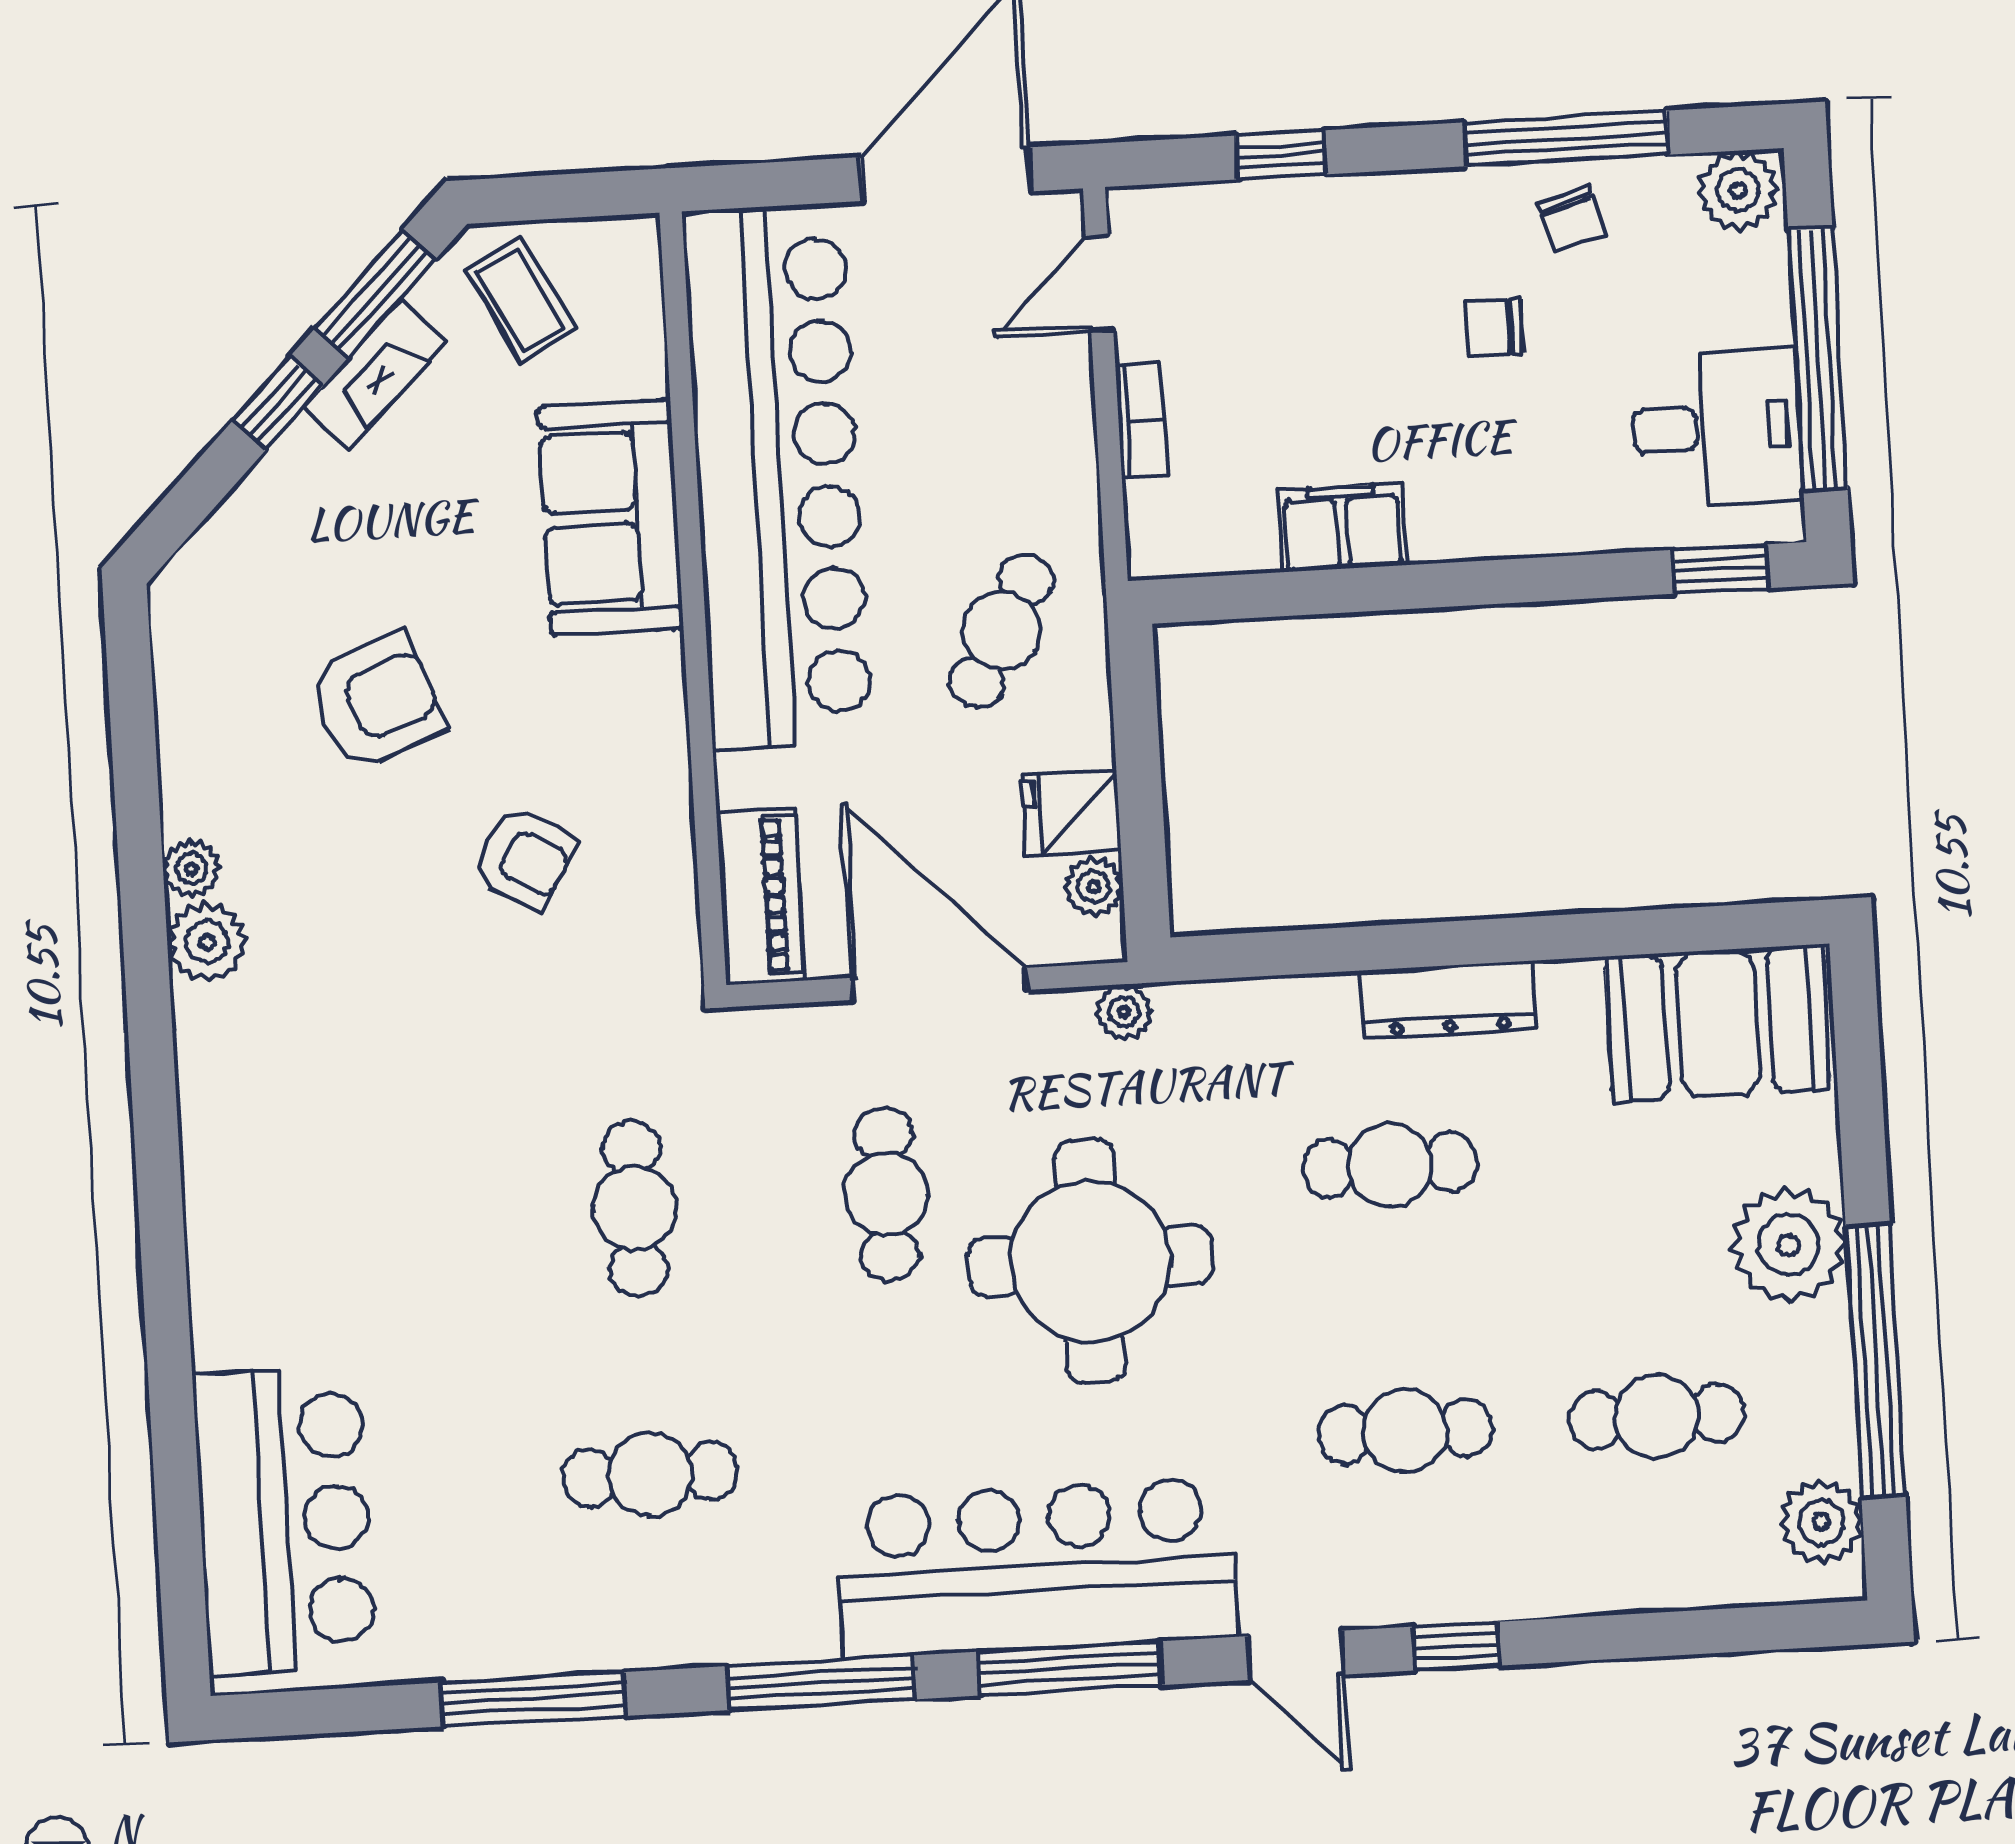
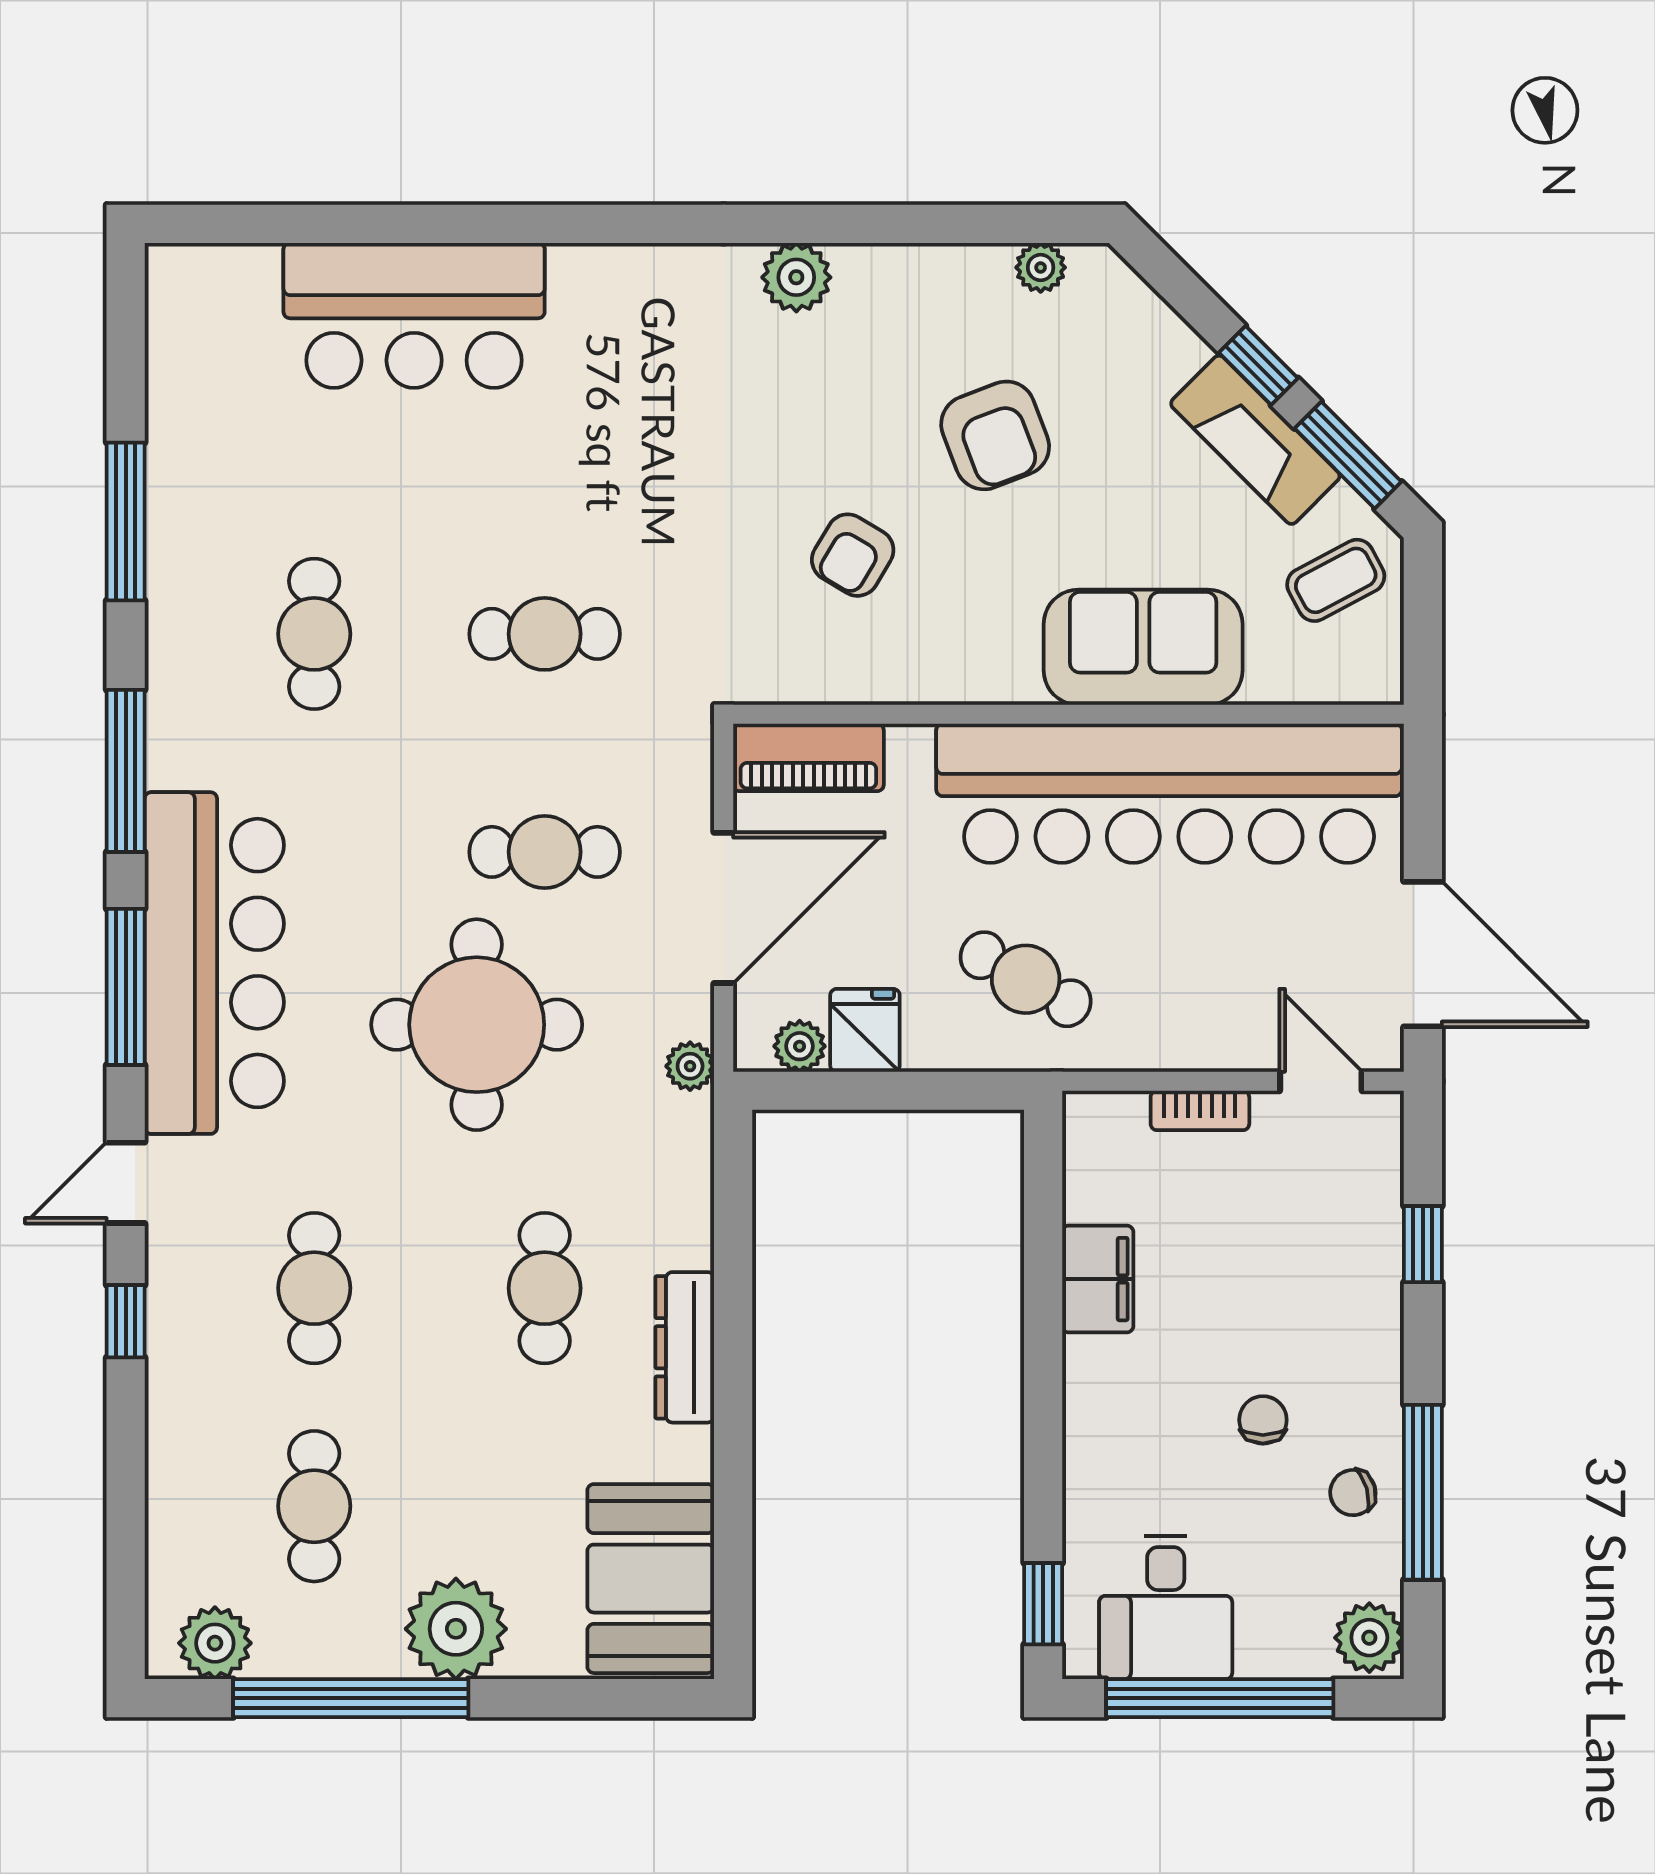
fireplace: (374, 375) -> (1255, 440), width x1.37, depth x1.32
plant: (191, 869) -> (1041, 267), moved
bar counter: (284, 1520) -> (414, 315), moved

